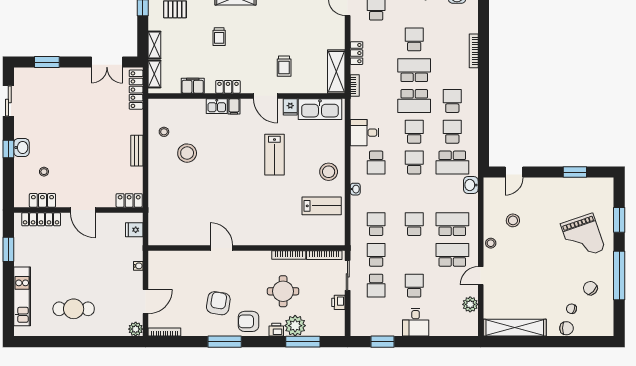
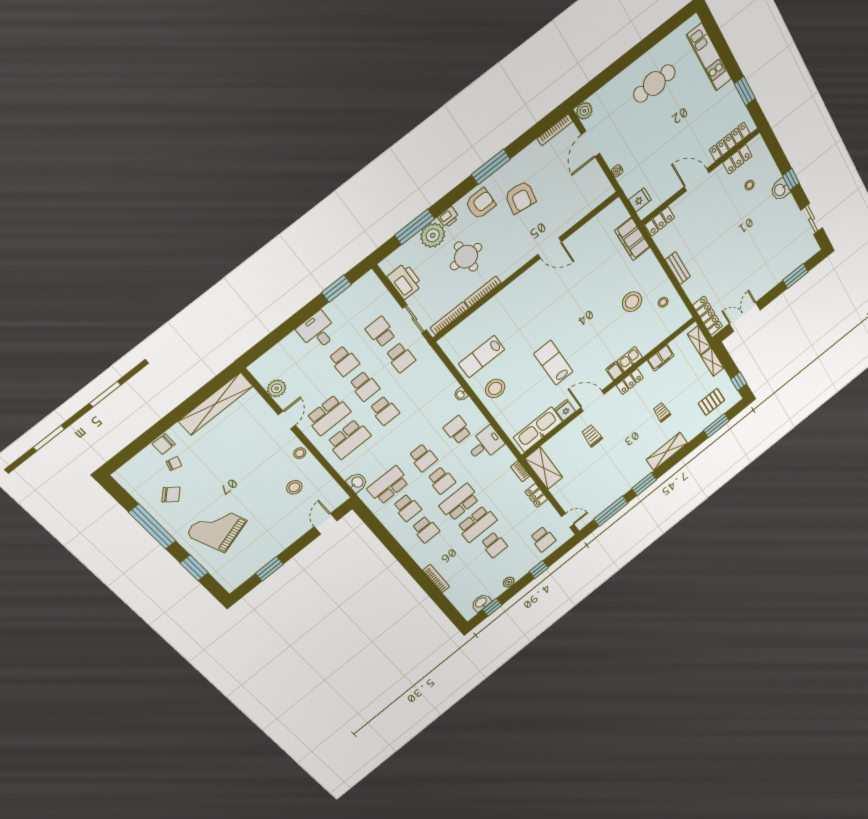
filing cabinet: (158, 204) -> (632, 239), added
school desk: (376, 224) -> (365, 386), moved
printer: (338, 302) -> (405, 281), width x1.87, depth x1.48

